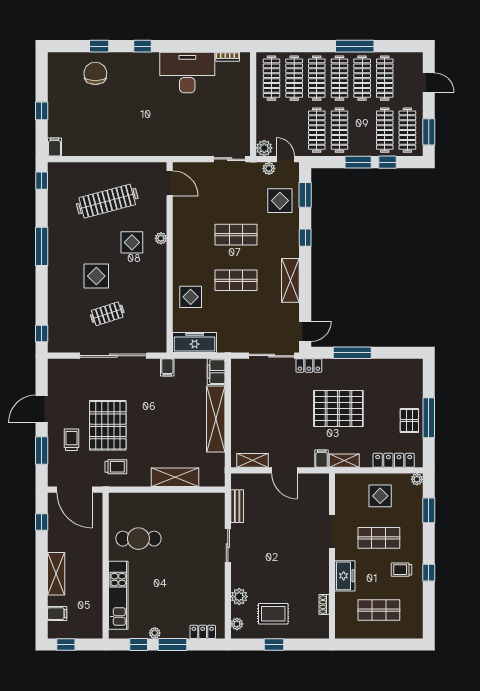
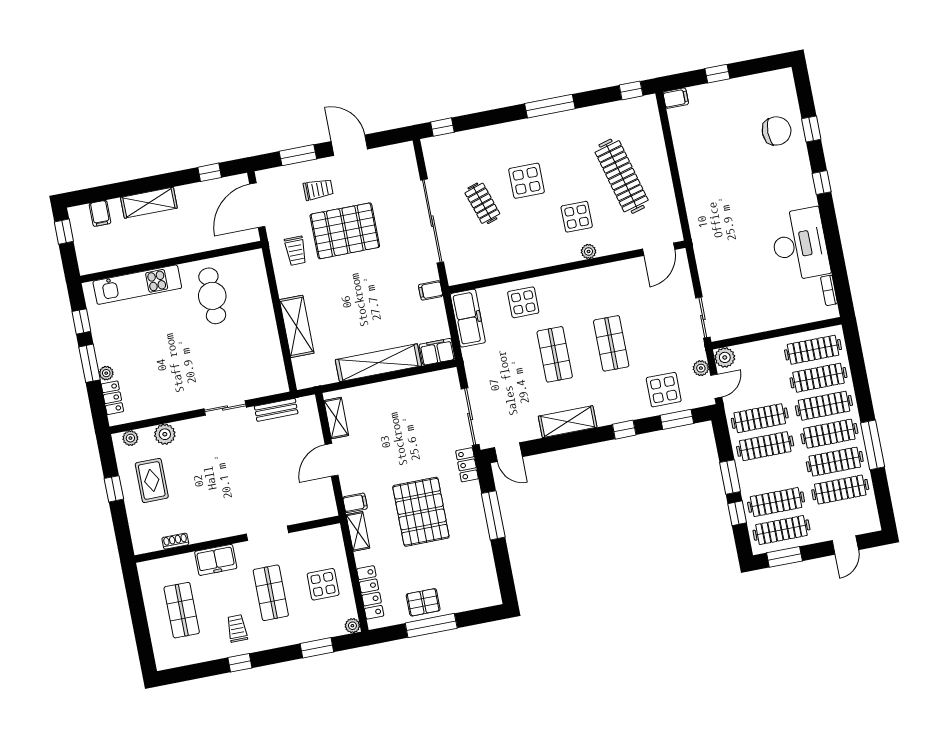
plant: (155, 633) -> (106, 373), moved

